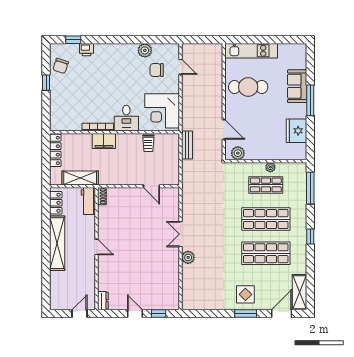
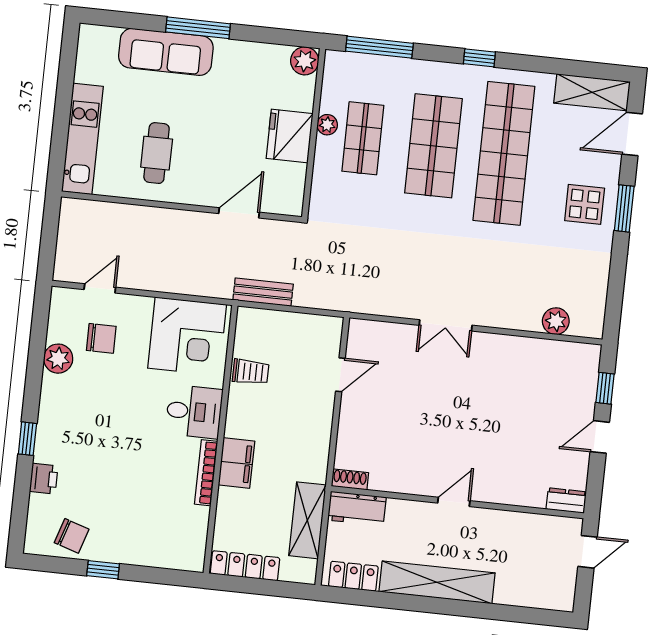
window: (73, 40) -> (27, 439), moved
chair: (157, 70) -> (101, 338), turned -90
sofa: (297, 86) -> (166, 52), width x1.36
cafe table: (248, 87) -> (157, 153), width x0.73, depth x0.74
fridge: (296, 131) -> (290, 136), moved, turned 90
plant: (238, 153) -> (305, 61), moved
shop shelf: (266, 253) -> (504, 153), width x1.40
plant: (188, 257) -> (556, 321), moved
door: (79, 314) -> (588, 552), swing flipped
door: (282, 314) -> (632, 134), hinge flipped

